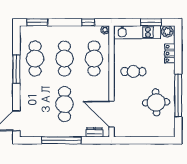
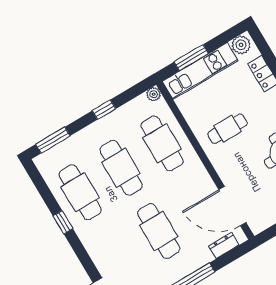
window: (88, 22) -> (104, 110), moved
window: (151, 22) -> (191, 58), moved
window: (16, 69) -> (63, 222), width x0.46

